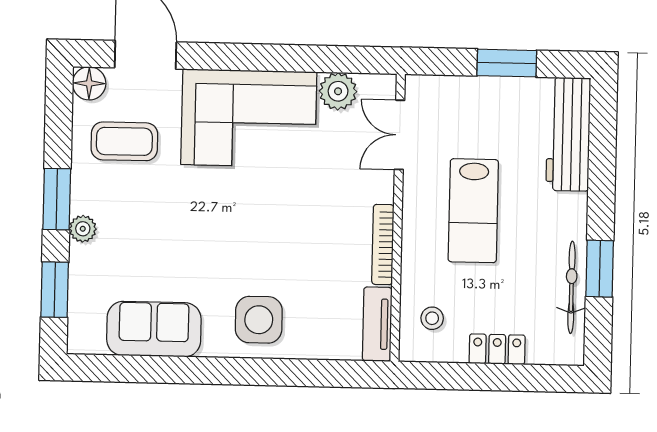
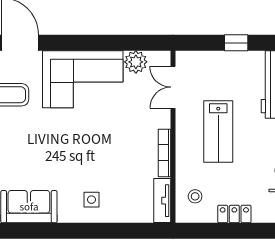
window: (507, 63) -> (236, 43), width x0.67
side table: (259, 320) -> (91, 200), width x0.54, depth x0.54

